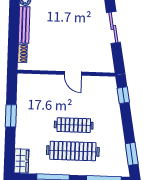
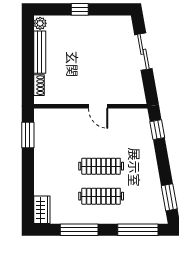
window: (11, 116) -> (28, 135), moved
clothes rail: (73, 151) -> (101, 196), width x0.73, depth x0.76

